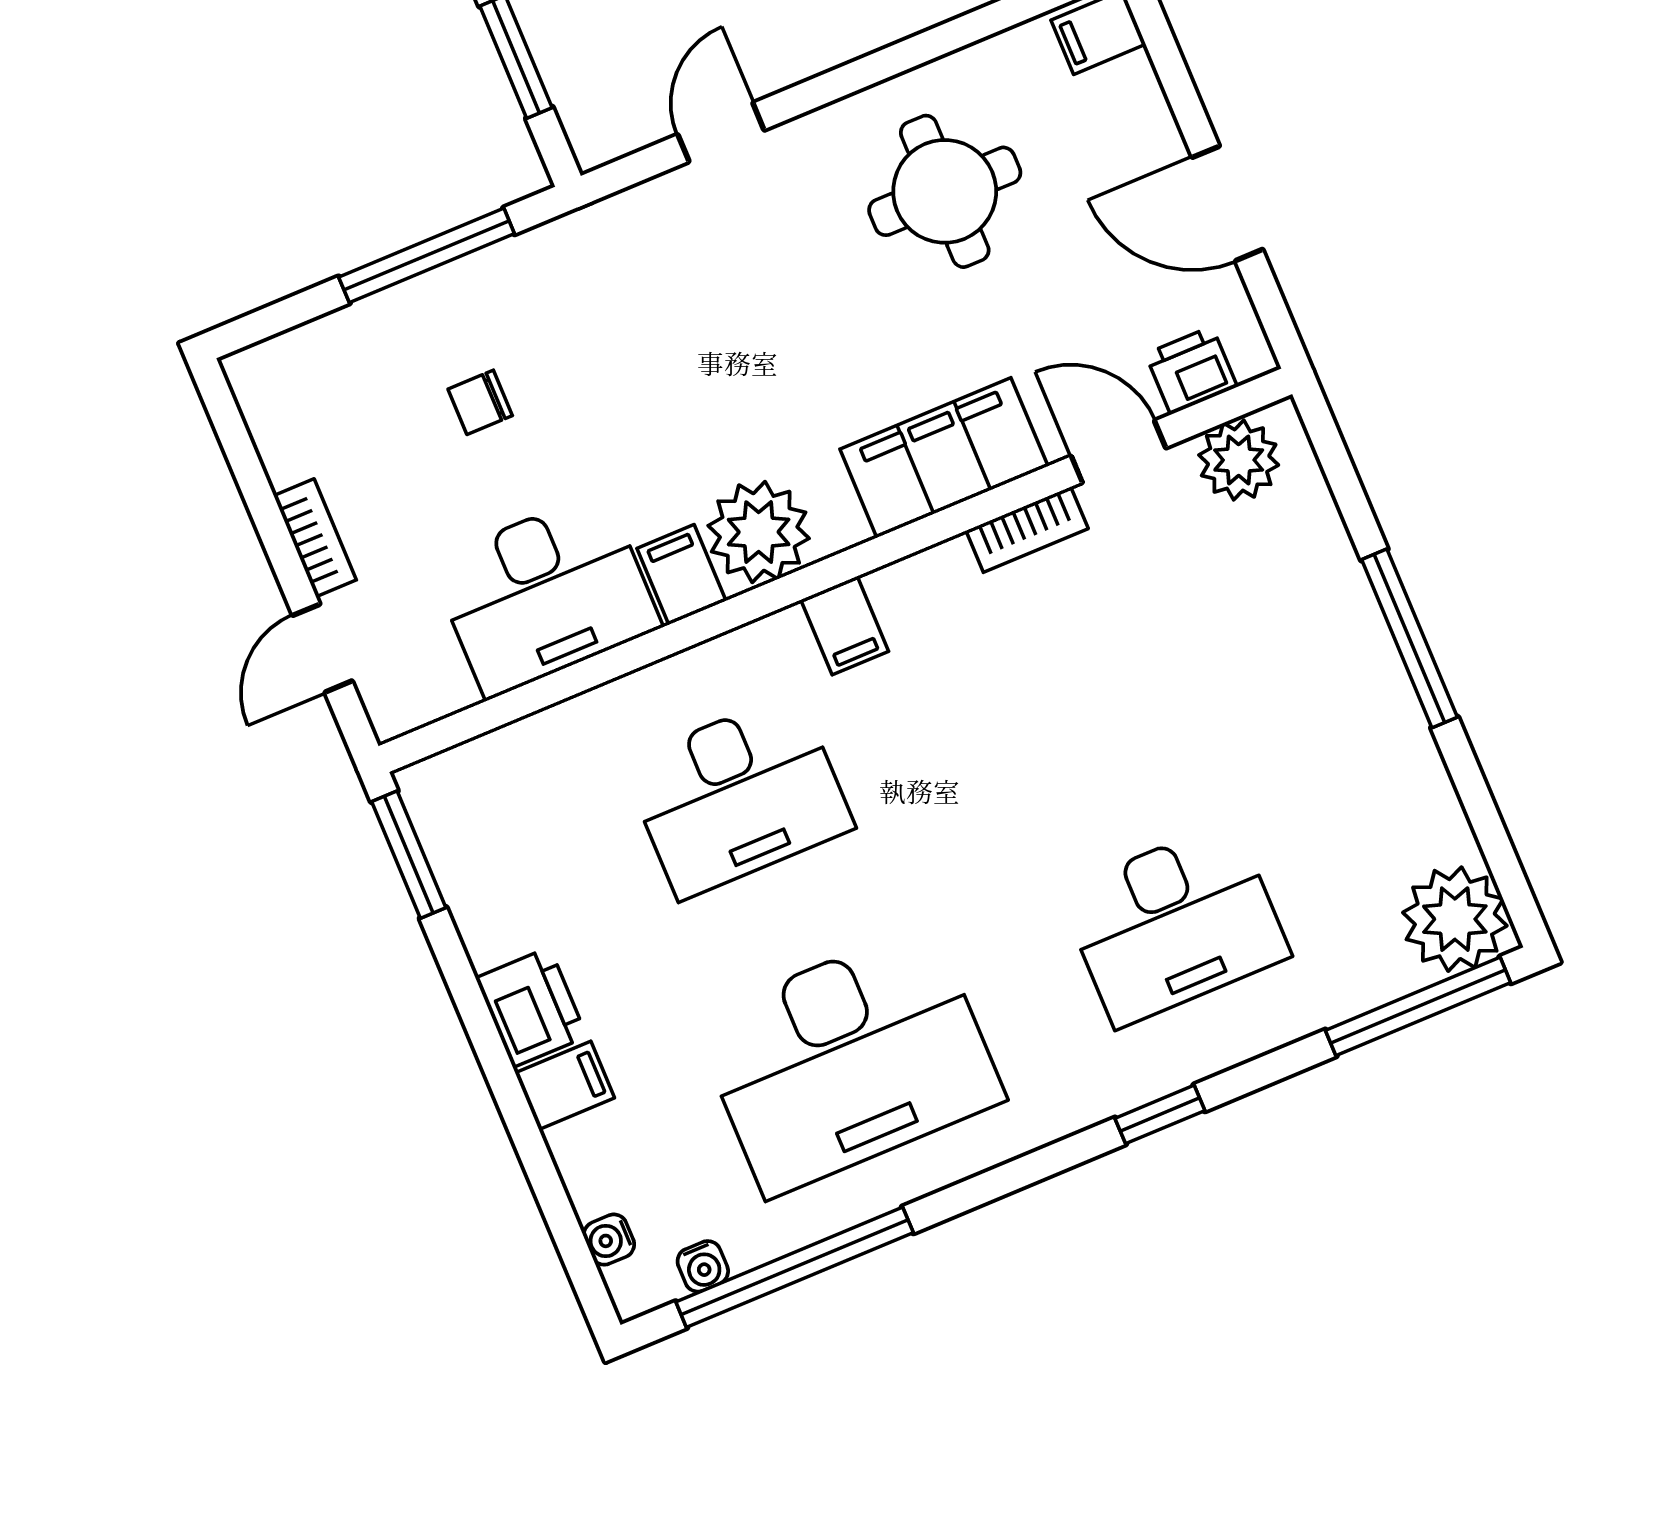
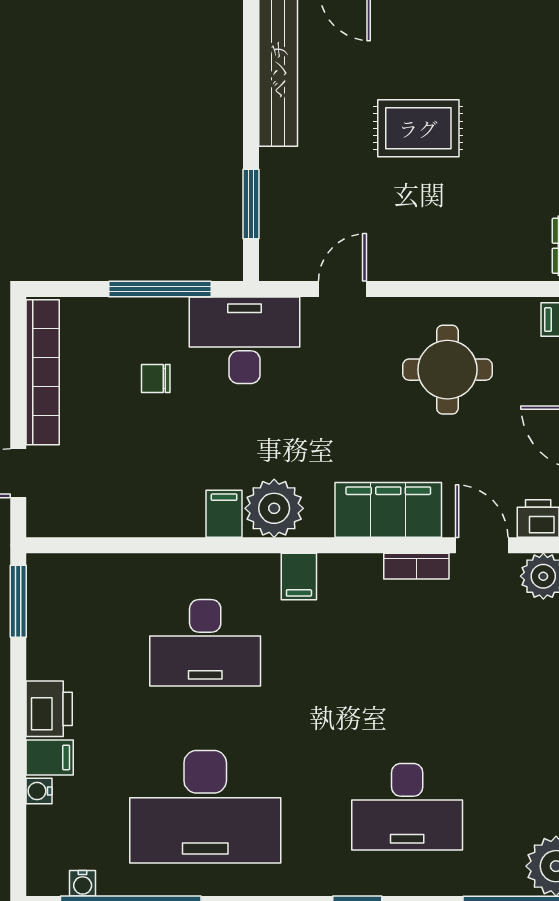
bookcase: (315, 538) -> (43, 372), width x2.31, depth x1.31
desk: (545, 594) -> (245, 340), moved, turned 180
water cooler: (609, 1240) -> (39, 791), moved

